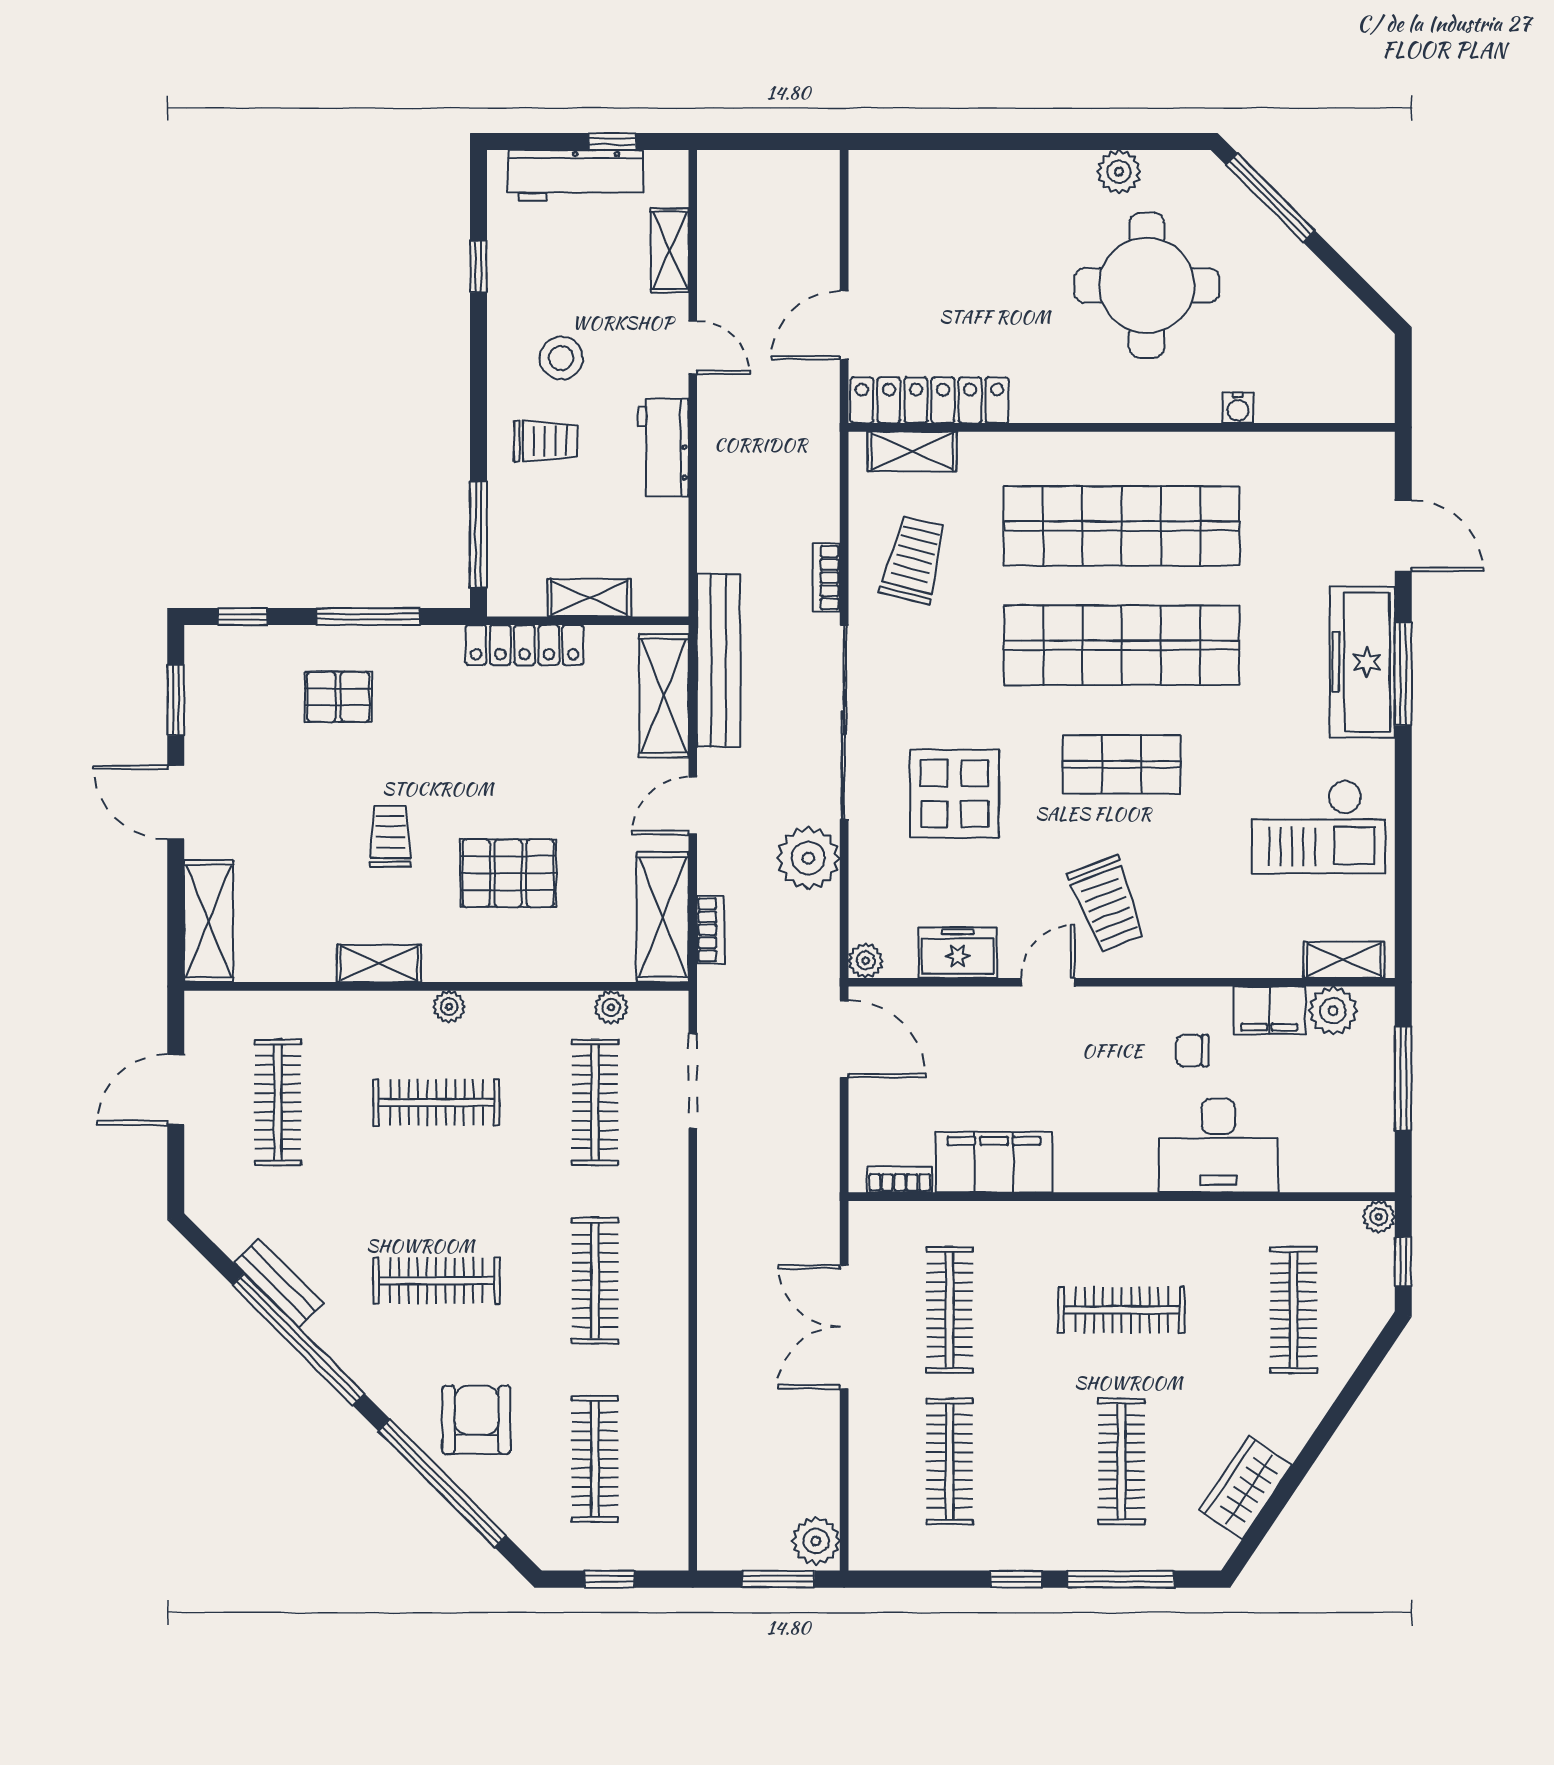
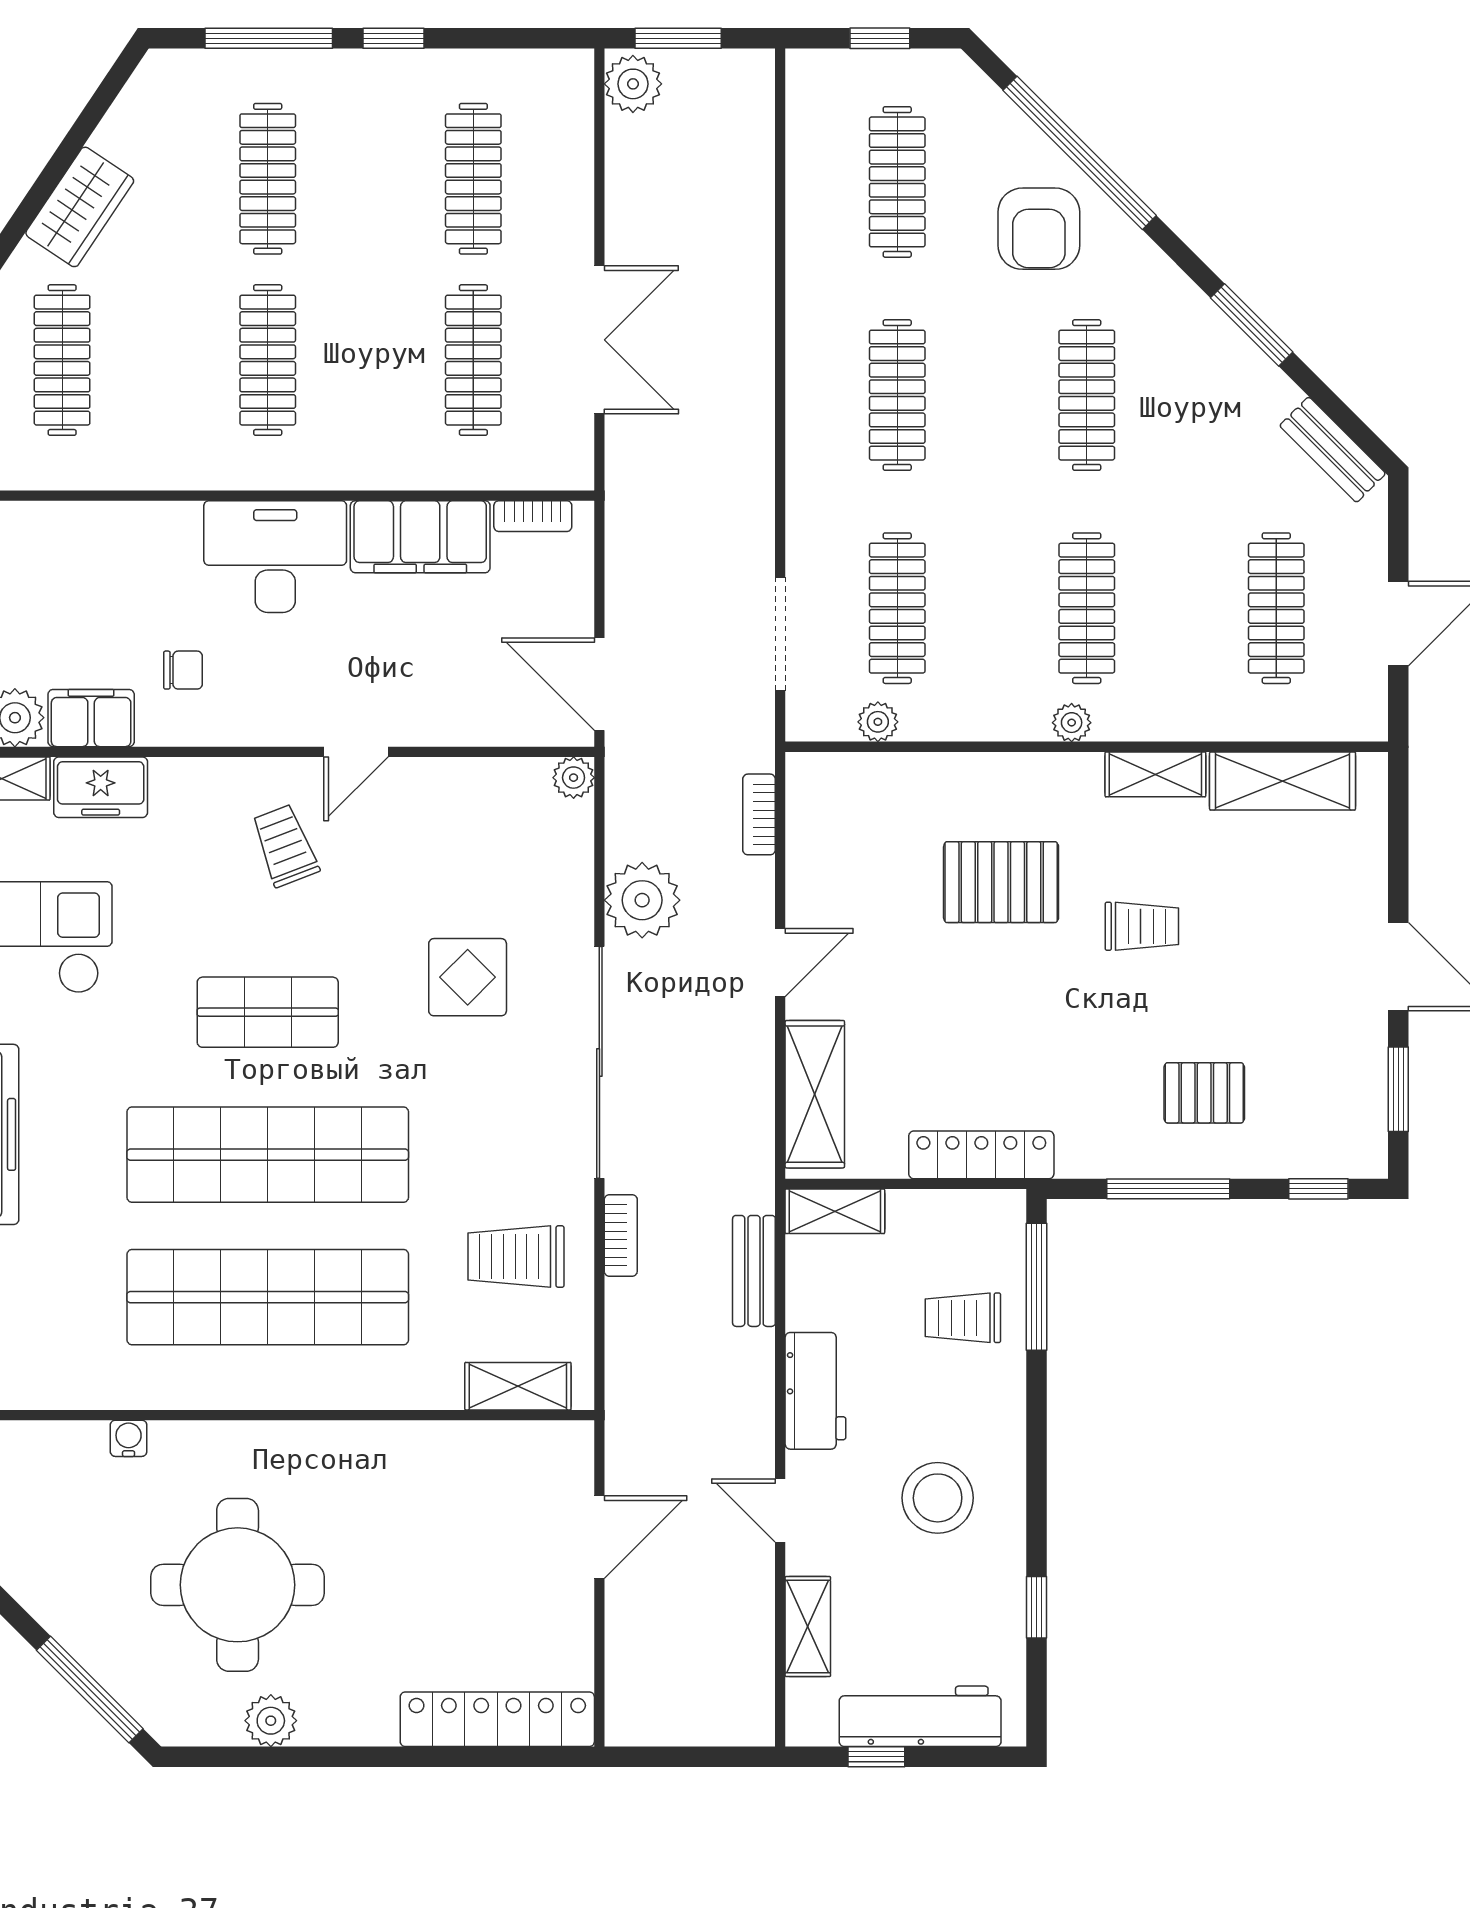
stool: (561, 358) -> (938, 1498), width x1.38, depth x1.38
locker: (929, 400) -> (497, 1719), moved, turned 180
trolley: (546, 441) -> (963, 1318), moved
trolley: (914, 560) -> (516, 1257), turned 76
shelving: (589, 598) -> (835, 1211), moved
bench: (719, 660) -> (754, 1271), moved, width x0.54, depth x0.82
display table: (954, 794) -> (468, 977), width x0.73, depth x0.73
trolley: (390, 836) -> (1142, 926), turned -90
trolley: (1107, 904) -> (285, 846), width x0.73, depth x0.72
shelving: (663, 917) -> (816, 830), removed
shelving: (209, 921) -> (1283, 781), moved, turned 90
freezer: (958, 953) -> (101, 787), moved
clothes rail: (436, 1102) -> (1087, 608), turned 90
desk: (1218, 1146) -> (275, 557), moved
clothes rail: (436, 1281) -> (1087, 395), turned 90
bench: (279, 1283) -> (1333, 450), moved
clothes rail: (1122, 1310) -> (268, 360), turned 90
window: (298, 1339) -> (1252, 325), width x0.47
wardrobe: (1245, 1488) -> (80, 207), moved

